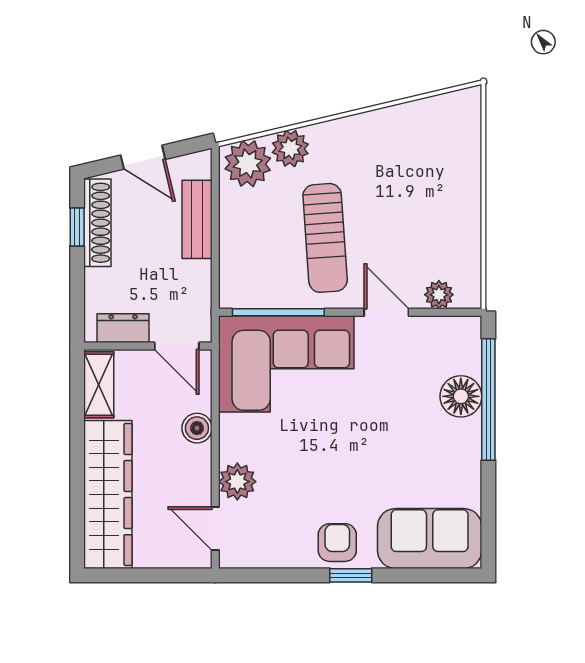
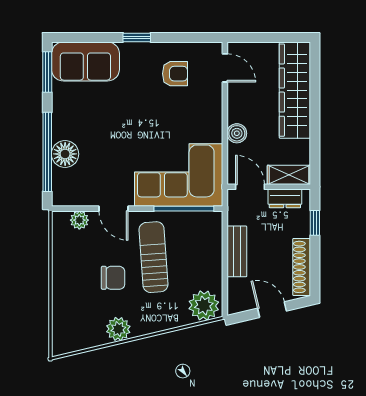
plant: (290, 148) -> (118, 329), moved
chair: (387, 206) -> (113, 278), added
bench: (197, 219) -> (237, 251), moved
window: (77, 227) -> (315, 223), moved
shelving: (99, 385) -> (289, 175), moved, turned 90
plant: (237, 482) -> (211, 99), removed
window: (488, 522) -> (47, 72), added
armchair: (337, 543) -> (175, 74), moved, turned -90

